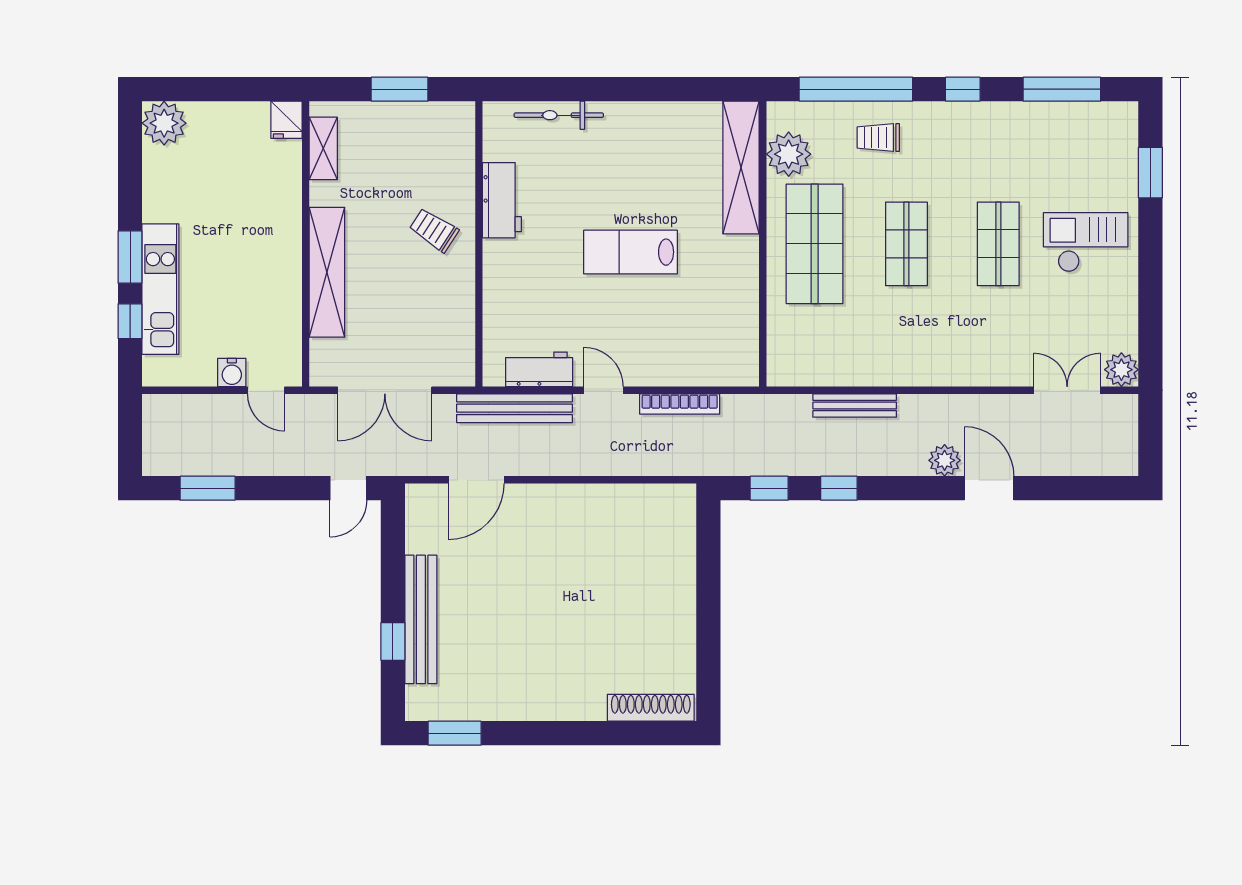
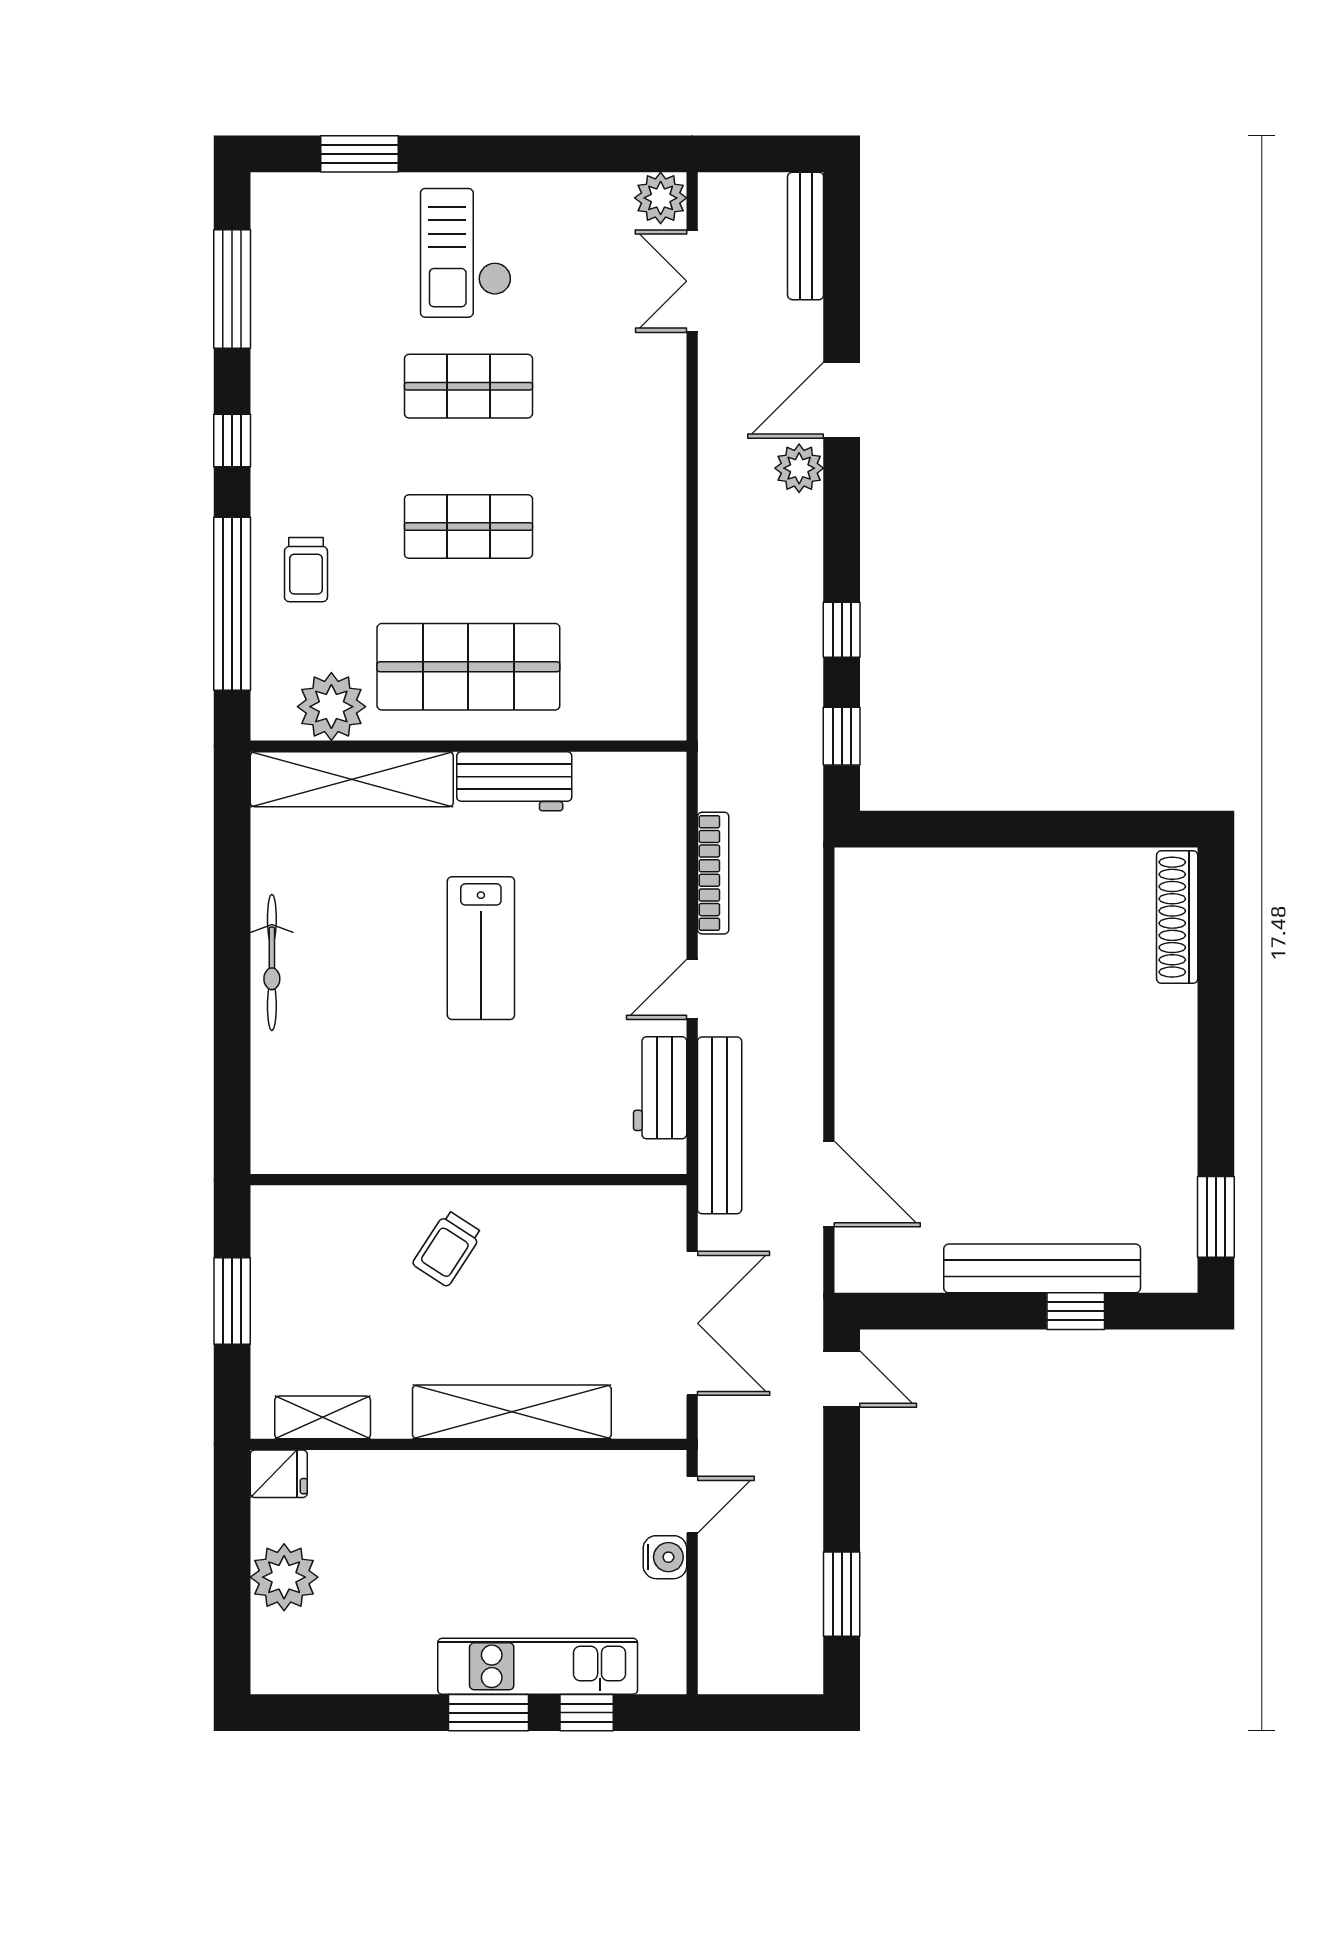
bicycle: (559, 115) -> (272, 962), moved
plant: (164, 123) -> (284, 1577), moved
workbench: (502, 200) -> (514, 781), moved, turned 180
bench: (855, 406) -> (806, 236), moved

